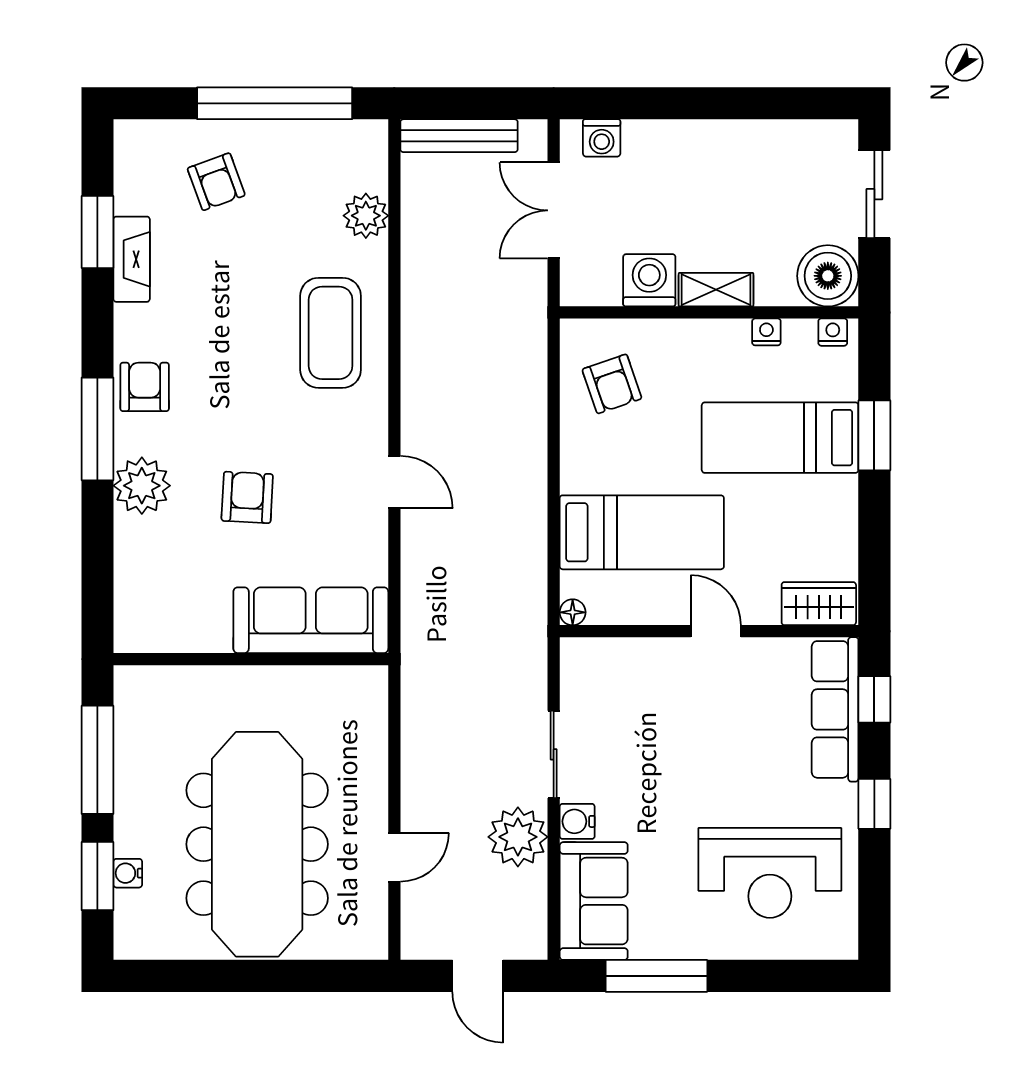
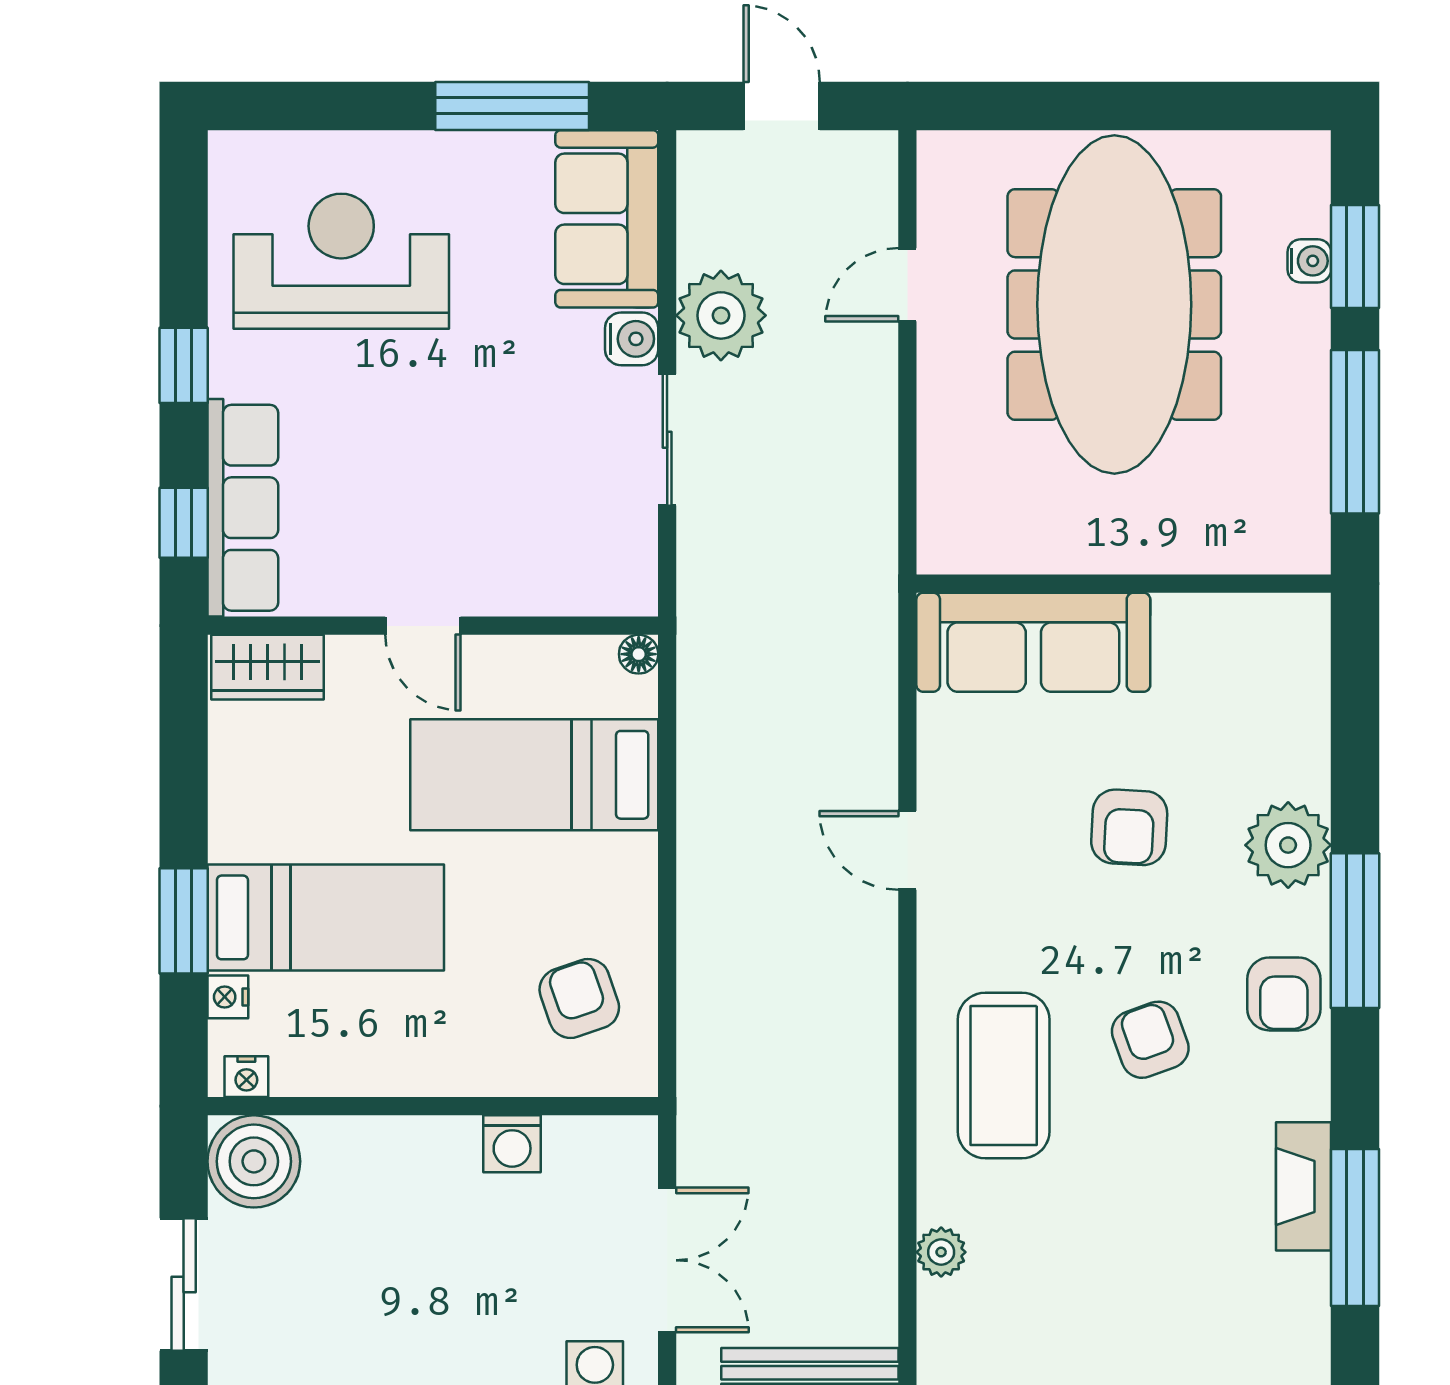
armchair: (216, 182) -> (1150, 1040), moved
plant: (366, 216) -> (941, 1252), width x0.73, depth x0.73
window: (97, 232) -> (1355, 1228), width x1.44
washing machine: (649, 280) -> (512, 1144), width x0.73, depth x0.73
shelving: (716, 290) -> (422, 1141), removed
nightstand: (766, 332) -> (228, 997), moved, turned 90

